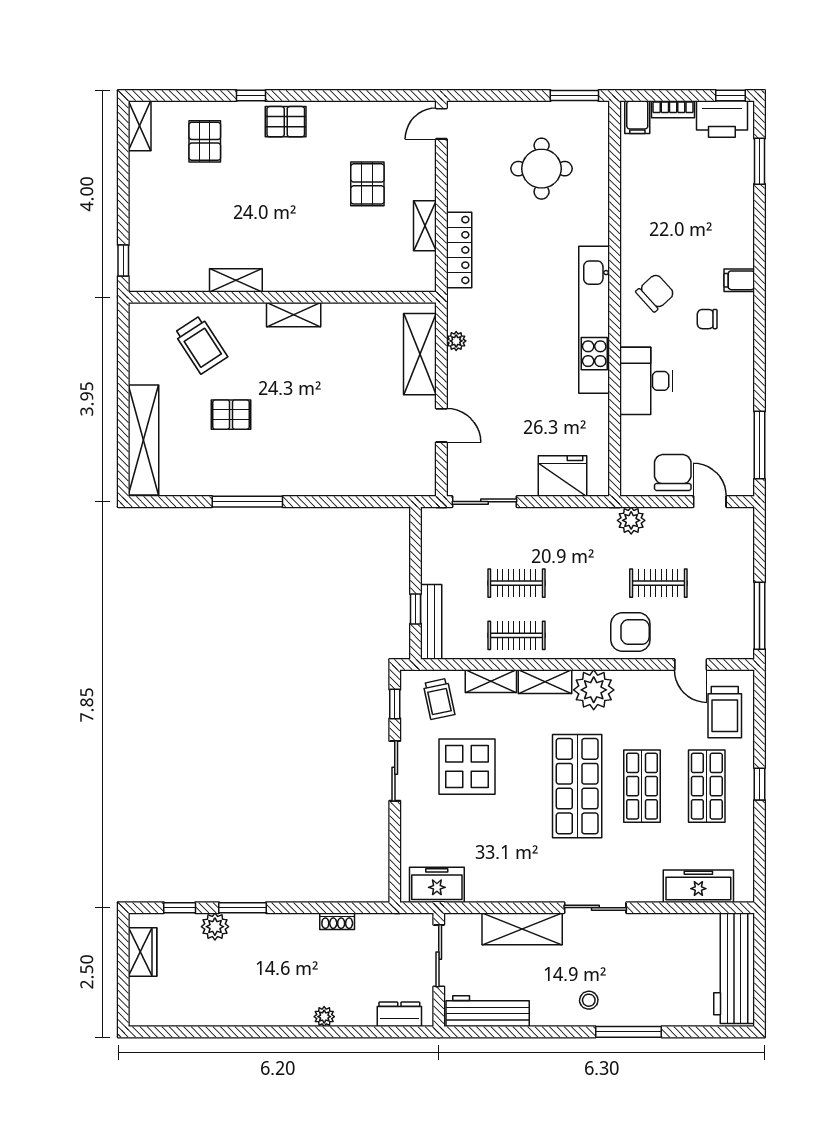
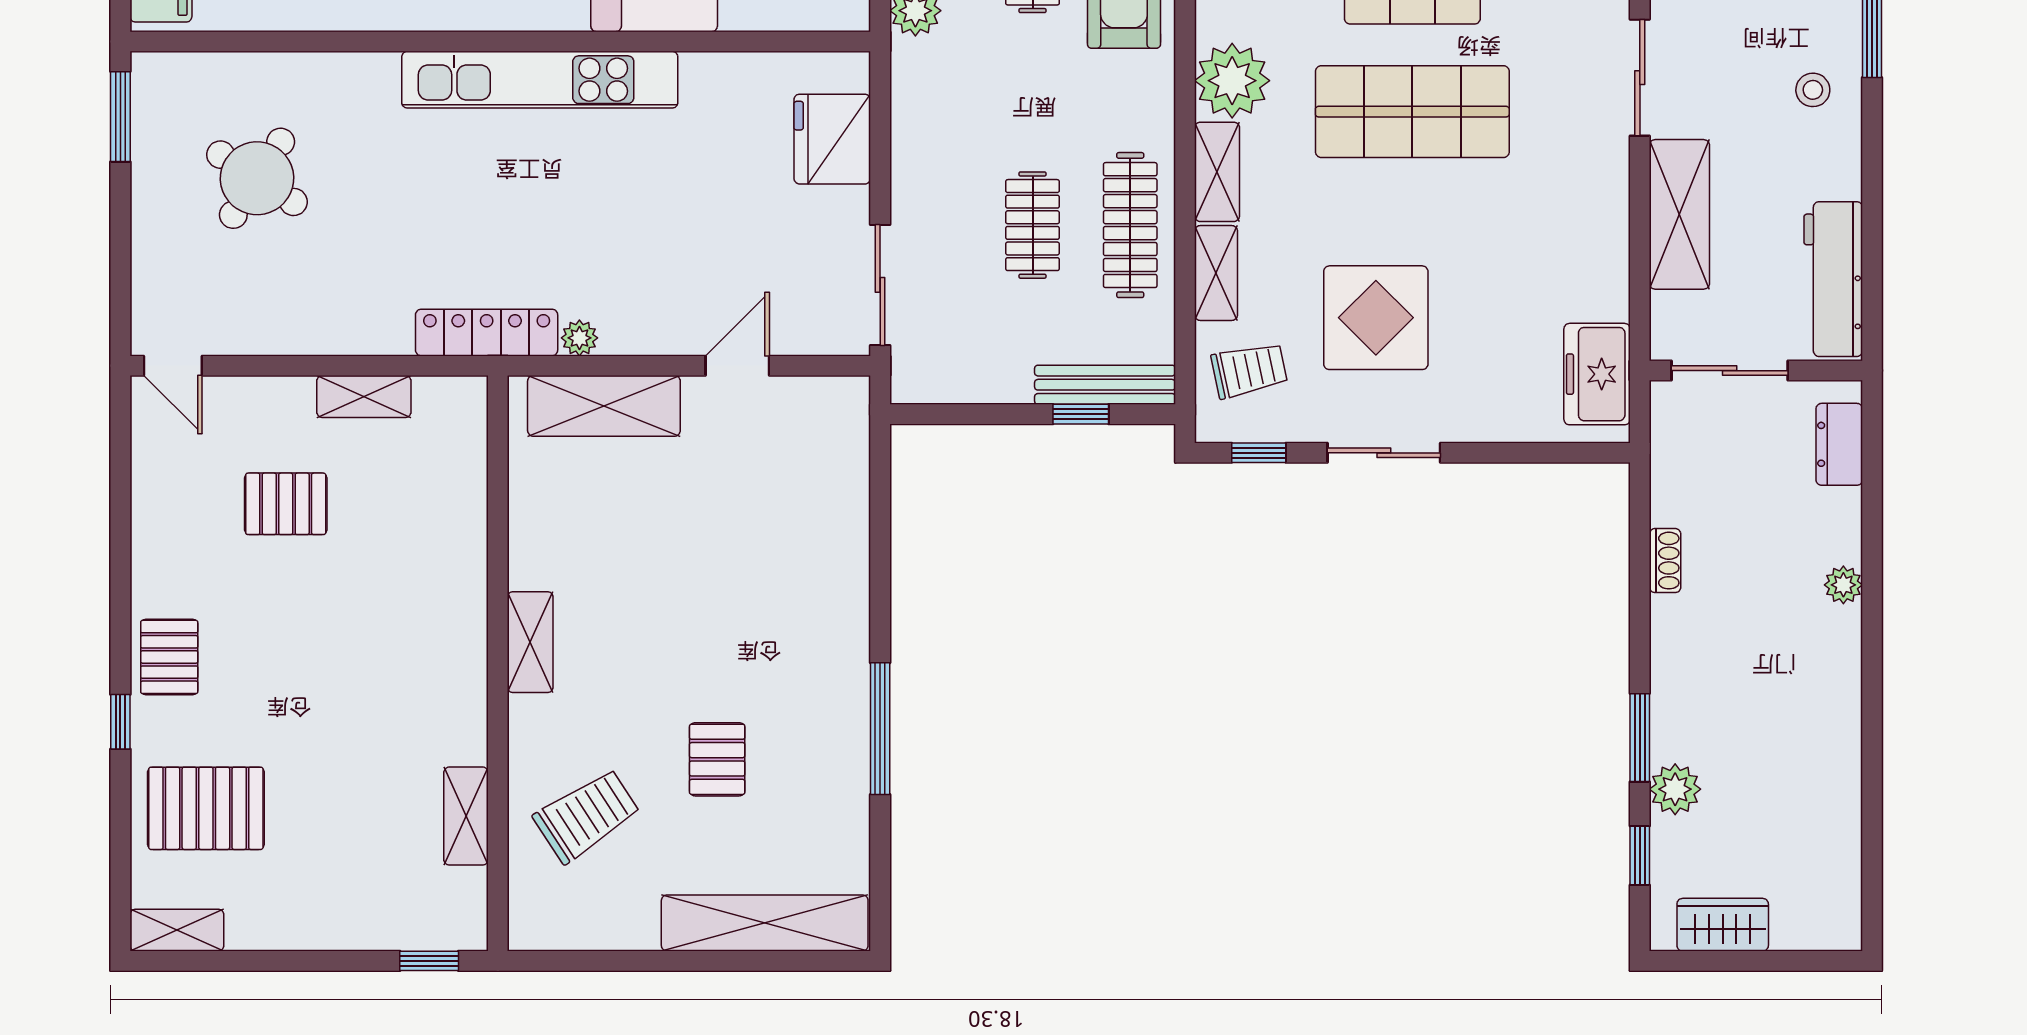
pallet: (205, 141) -> (206, 808), width x1.50, depth x1.42
round table: (542, 169) -> (257, 178), turned 33
locker: (459, 250) -> (487, 333), moved
shelving: (236, 280) -> (466, 816), moved
clothes rail: (516, 635) -> (1130, 225), width x1.36

